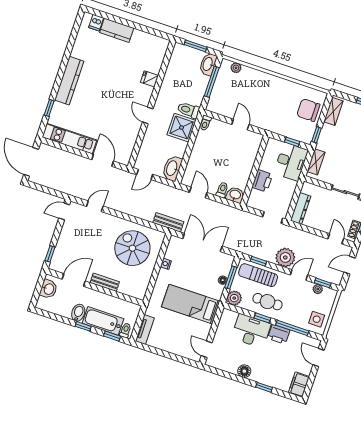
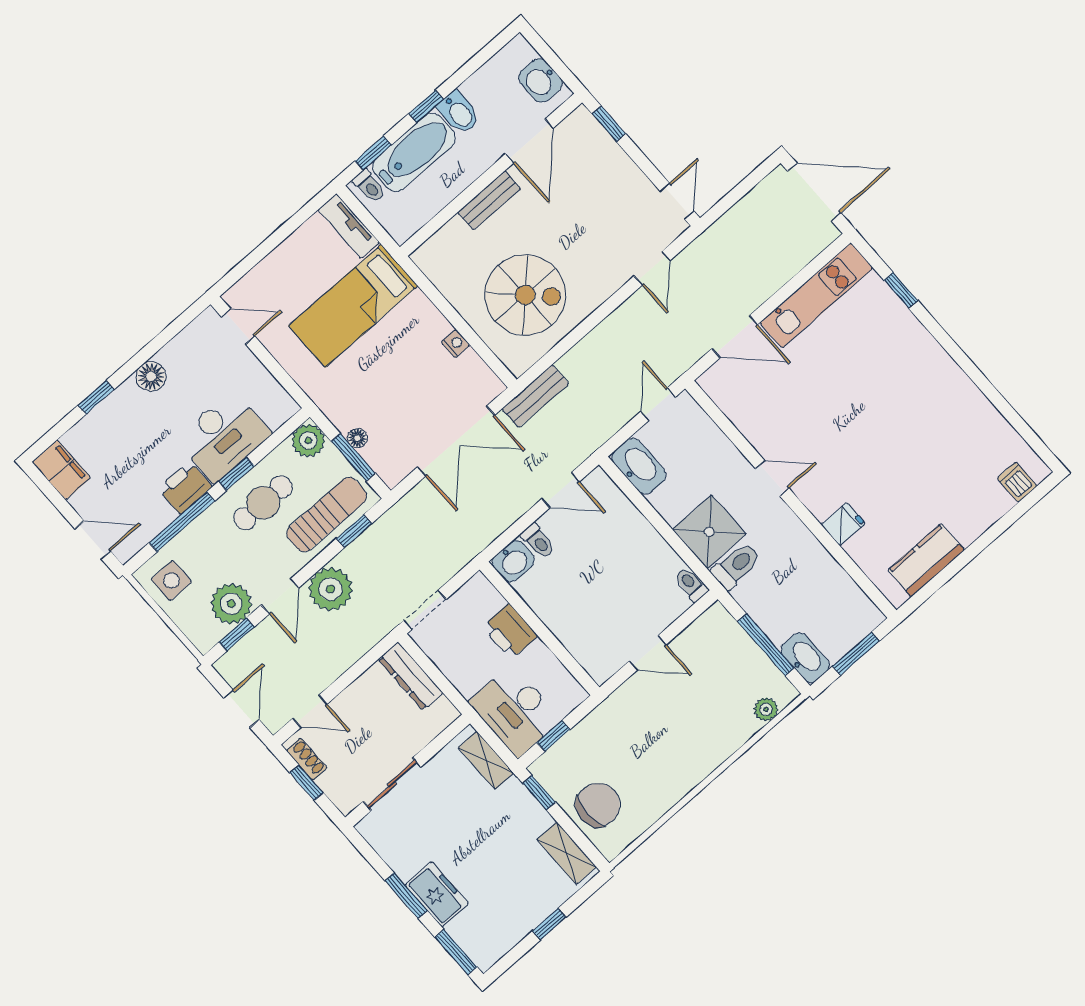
kitchen counter: (117, 30) -> (926, 560), moved
kitchen counter: (69, 81) -> (932, 362), removed
plant: (318, 289) -> (231, 604), width x1.87, depth x1.87
bed: (191, 304) -> (353, 306), moved, turned 180

